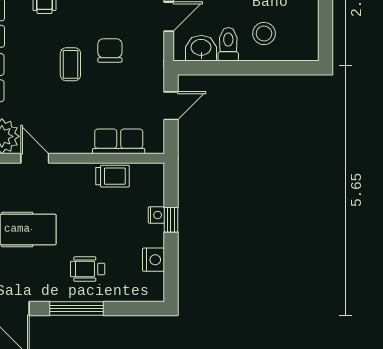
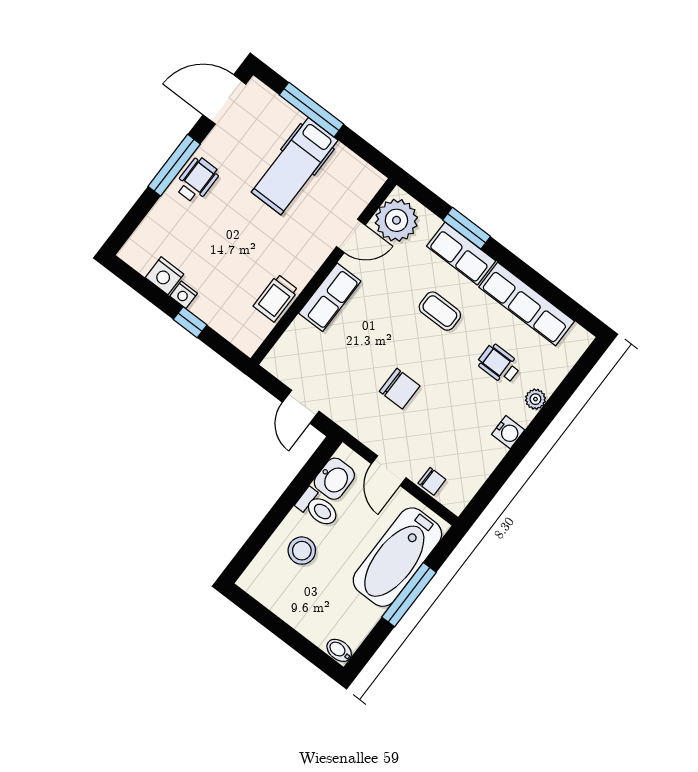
coffee table: (70, 64) -> (440, 311), moved
row of seats: (119, 141) -> (330, 297), moved
nightstand: (156, 215) -> (184, 295), moved
wheelchair: (88, 269) -> (197, 180), moved

